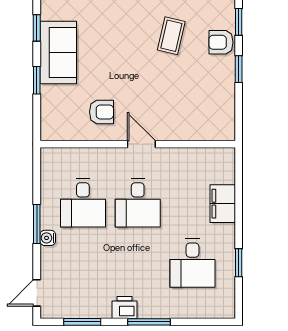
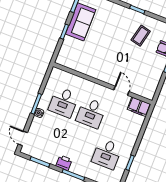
armchair: (102, 112) -> (91, 60), removed
door: (141, 144) -> (121, 91), moved
filing cabinet: (223, 204) -> (139, 107), moved, turned -90
door: (37, 293) -> (23, 138), hinge flipped

